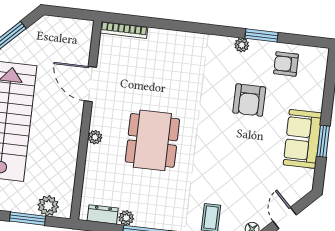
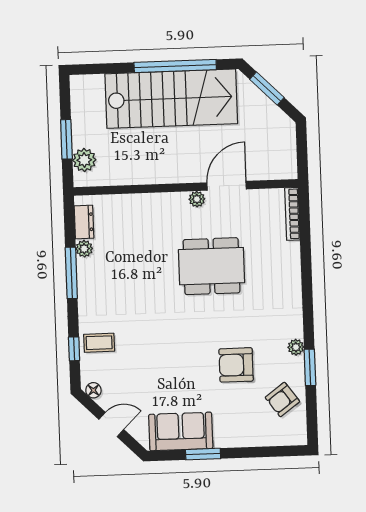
armchair: (286, 64) -> (282, 399), turned -126
plant: (95, 137) -> (197, 199), moved
sofa: (303, 139) -> (181, 431), moved
dining table: (152, 140) -> (212, 266), moved

